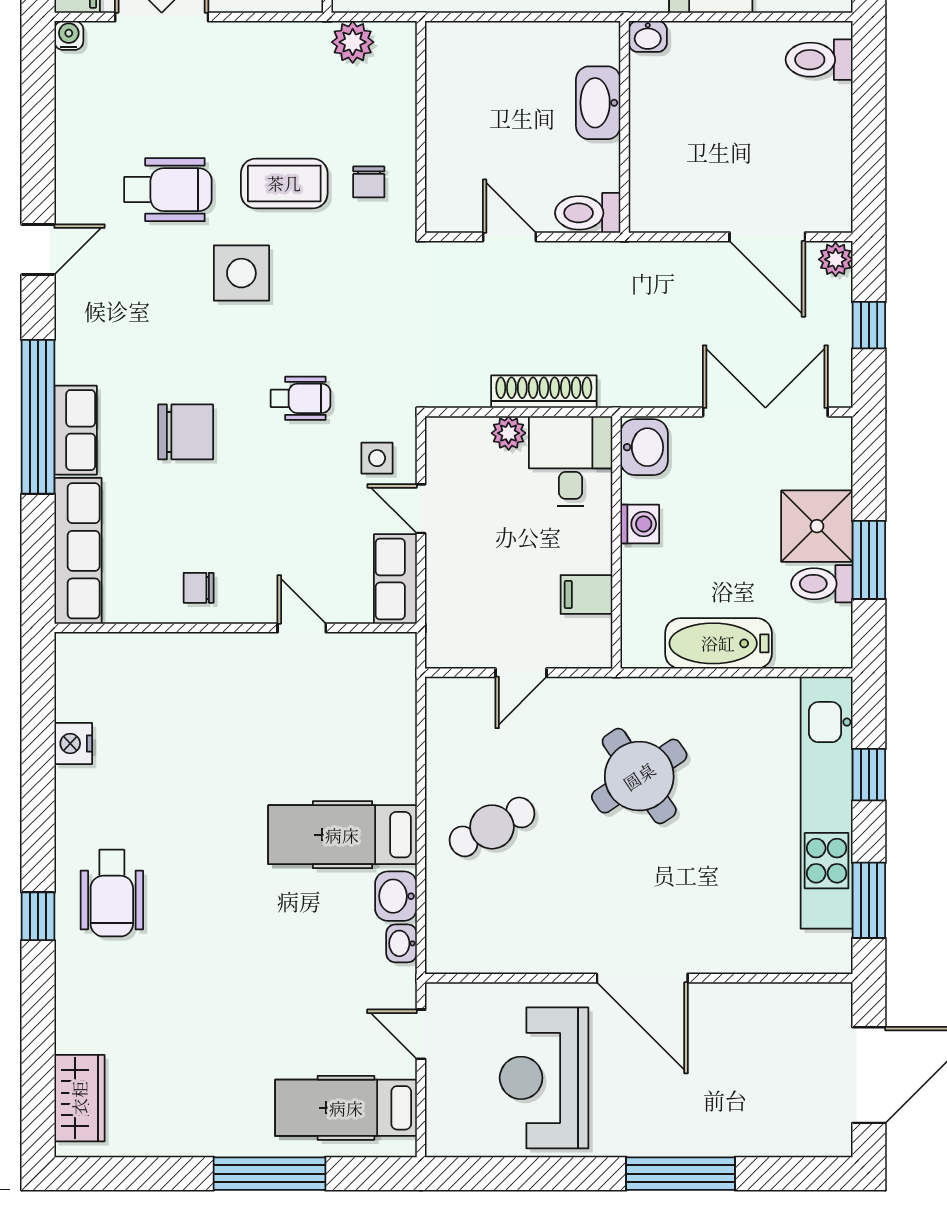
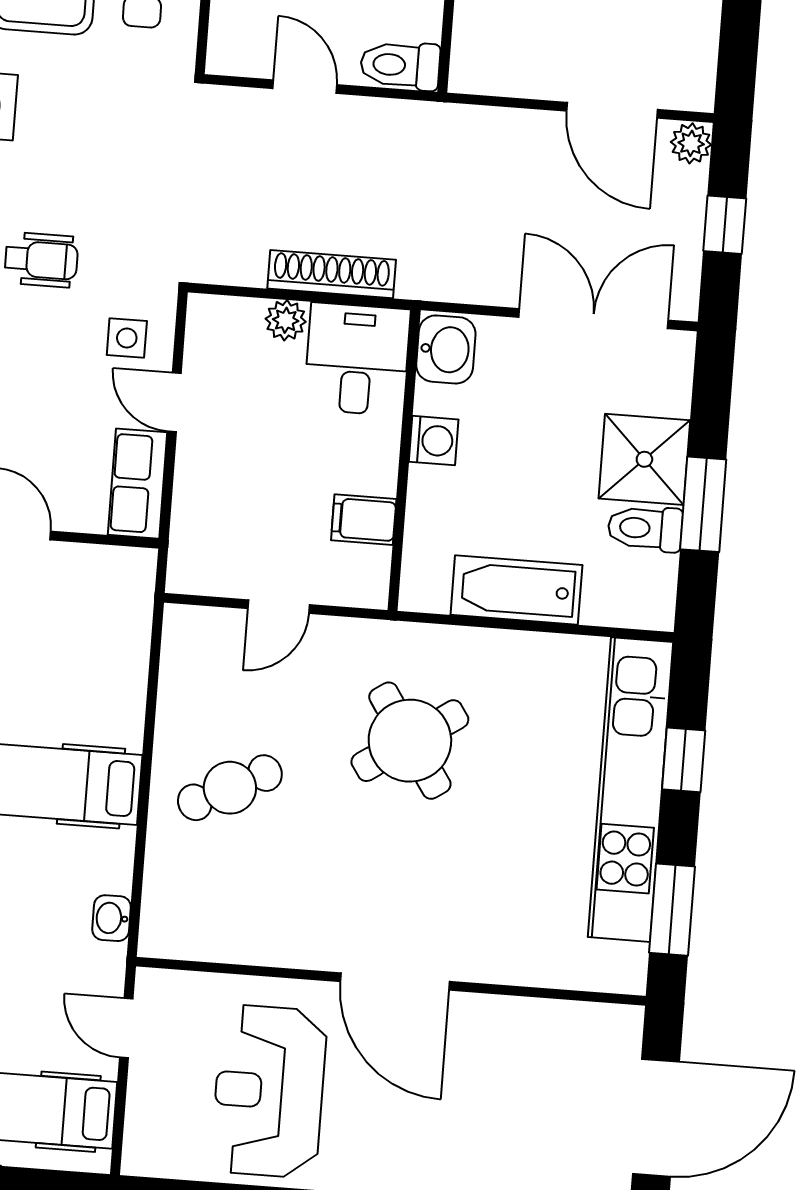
washbasin: (396, 896) -> (109, 861), removed

